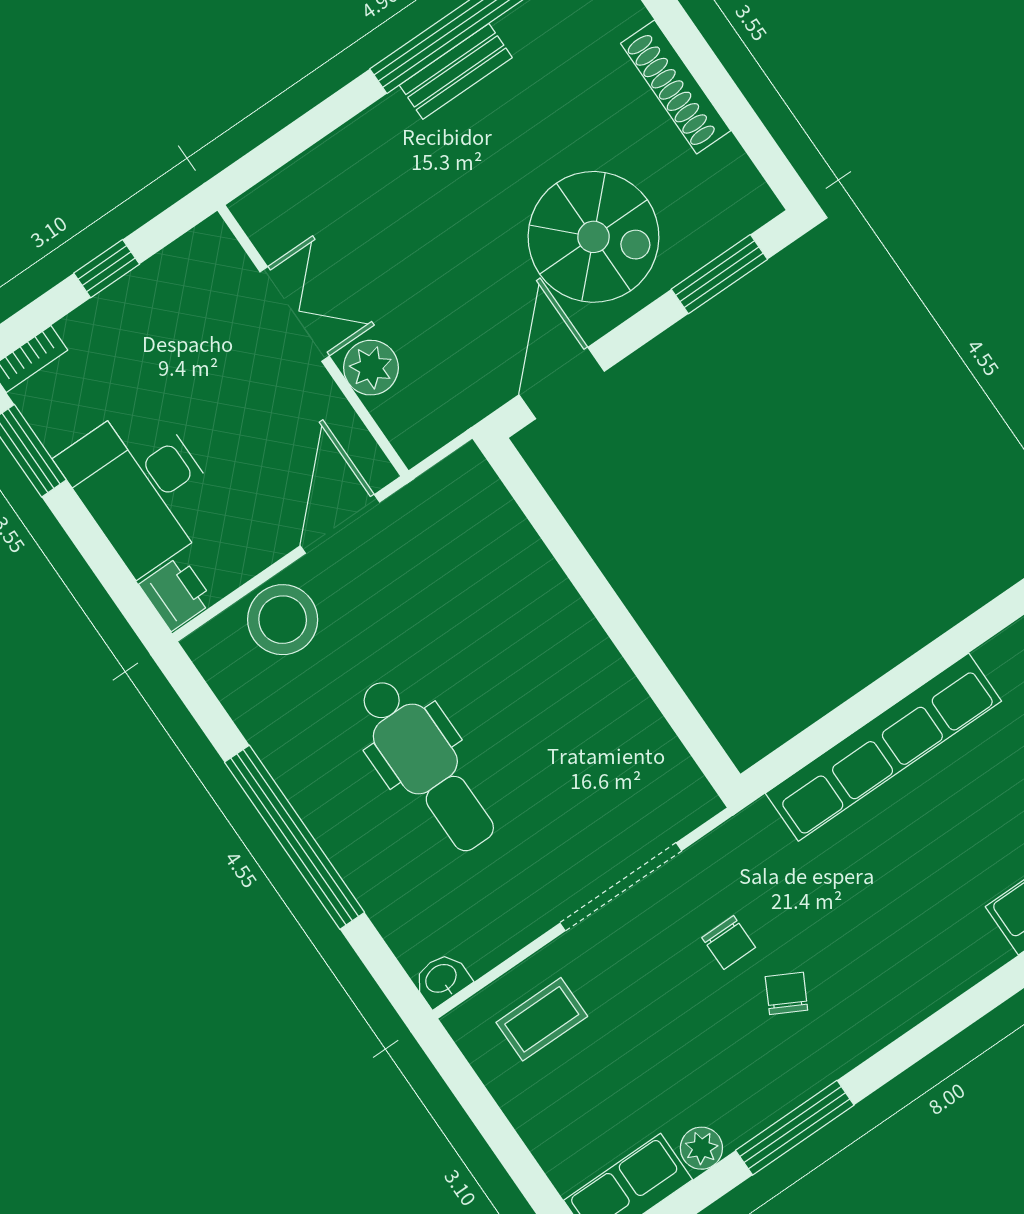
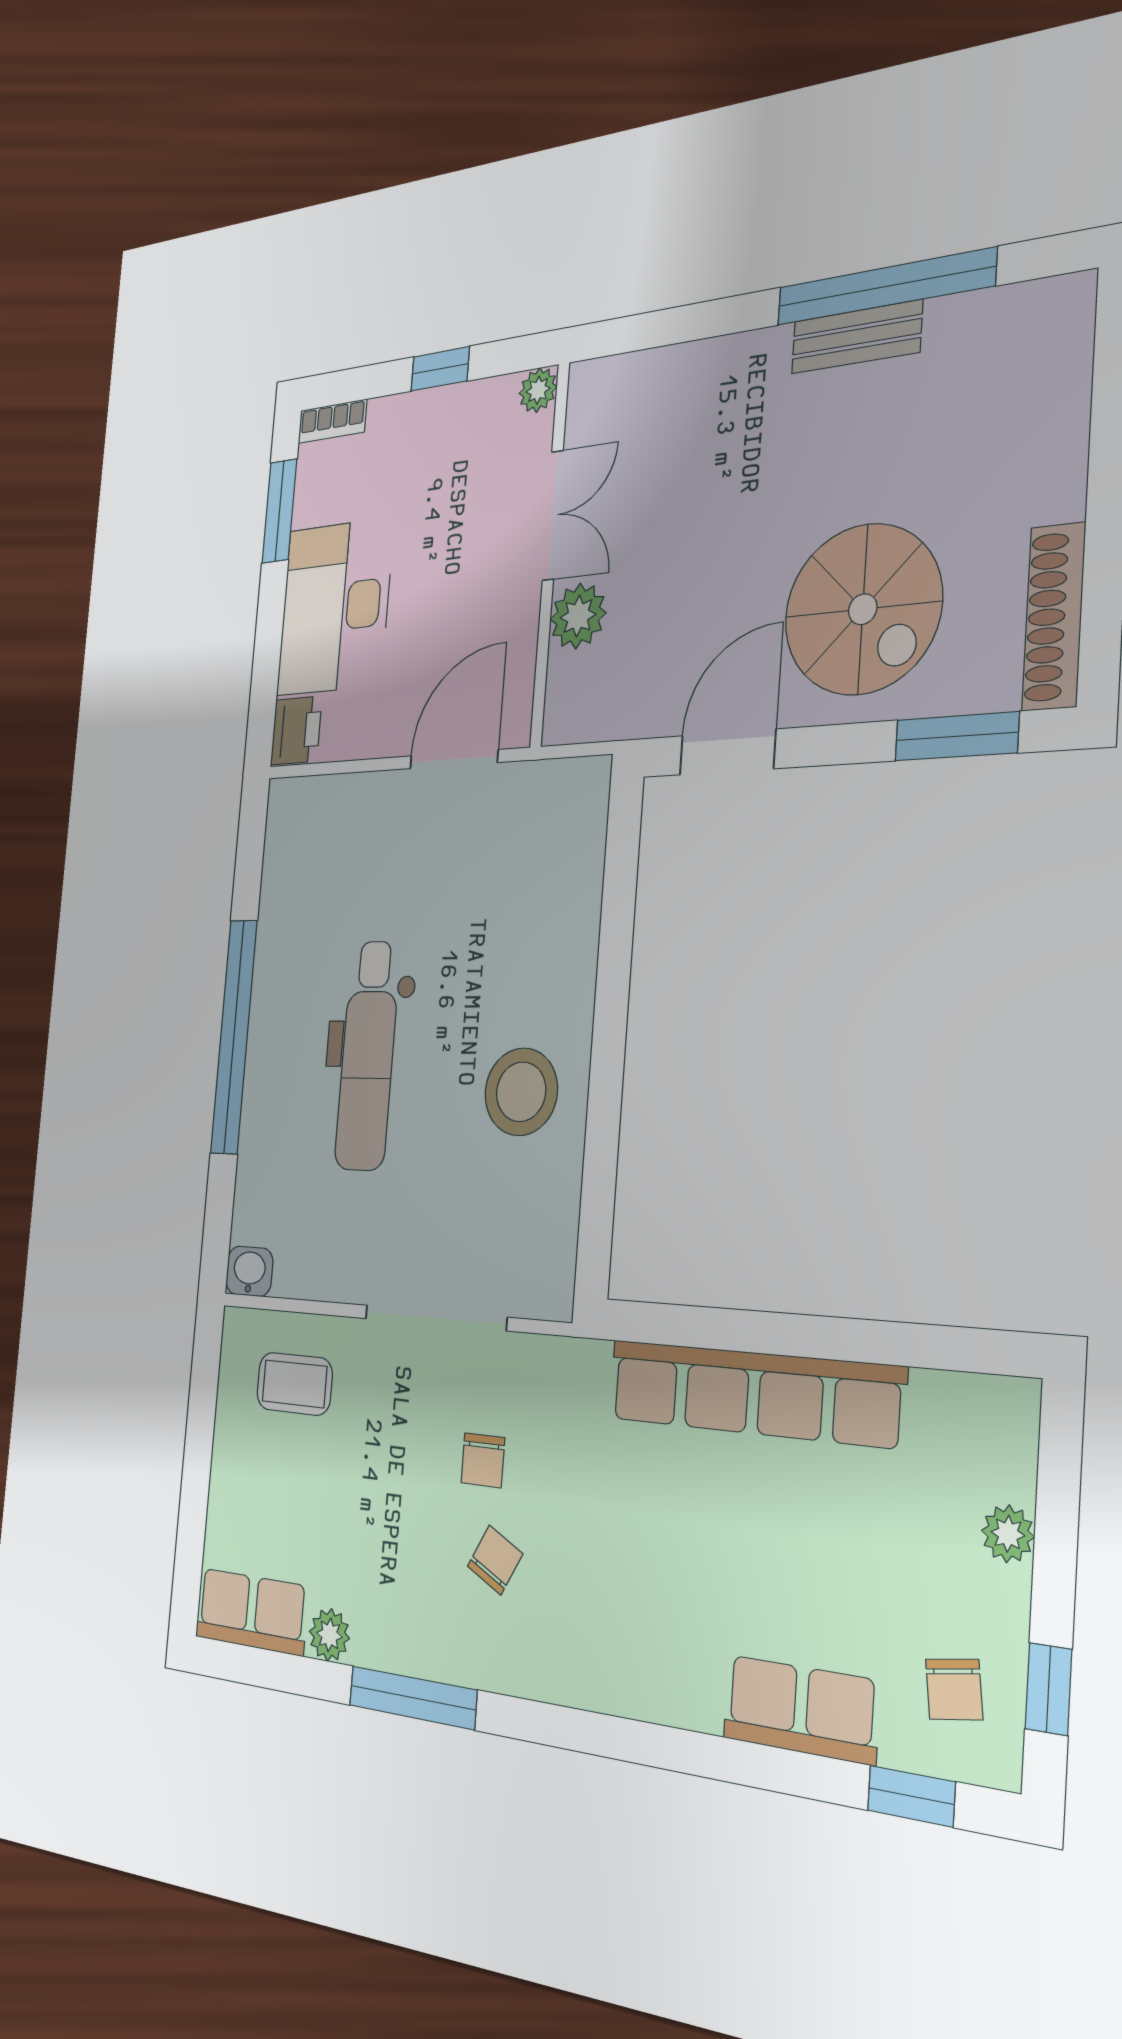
shoe rack: (676, 87) -> (1054, 617), moved
plant: (212, 237) -> (538, 390), added
stool: (283, 620) -> (521, 1092), moved

